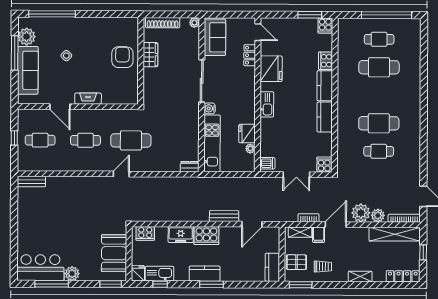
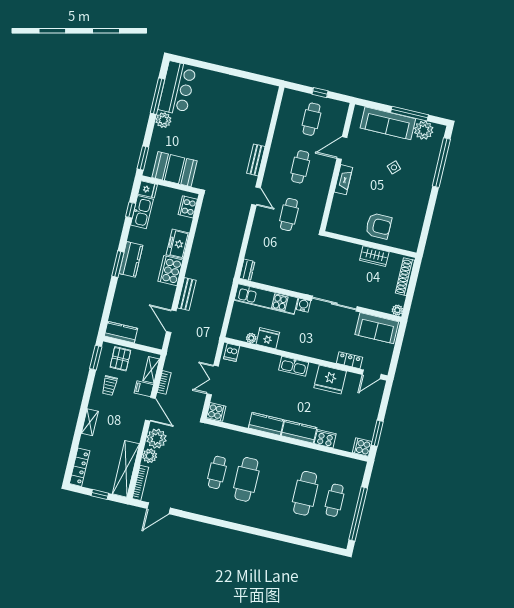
cafe table: (131, 140) -> (289, 215), width x0.73, depth x0.74
bench: (31, 182) -> (256, 160), moved

